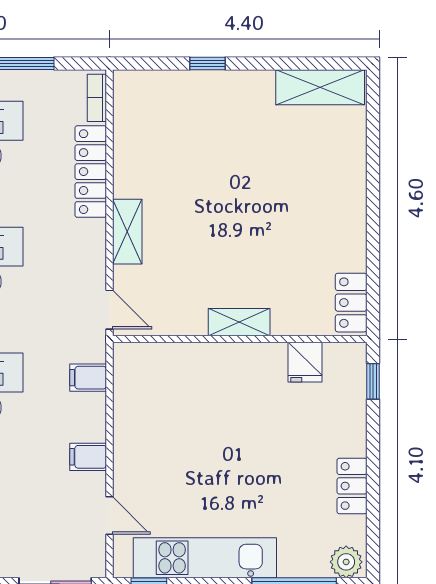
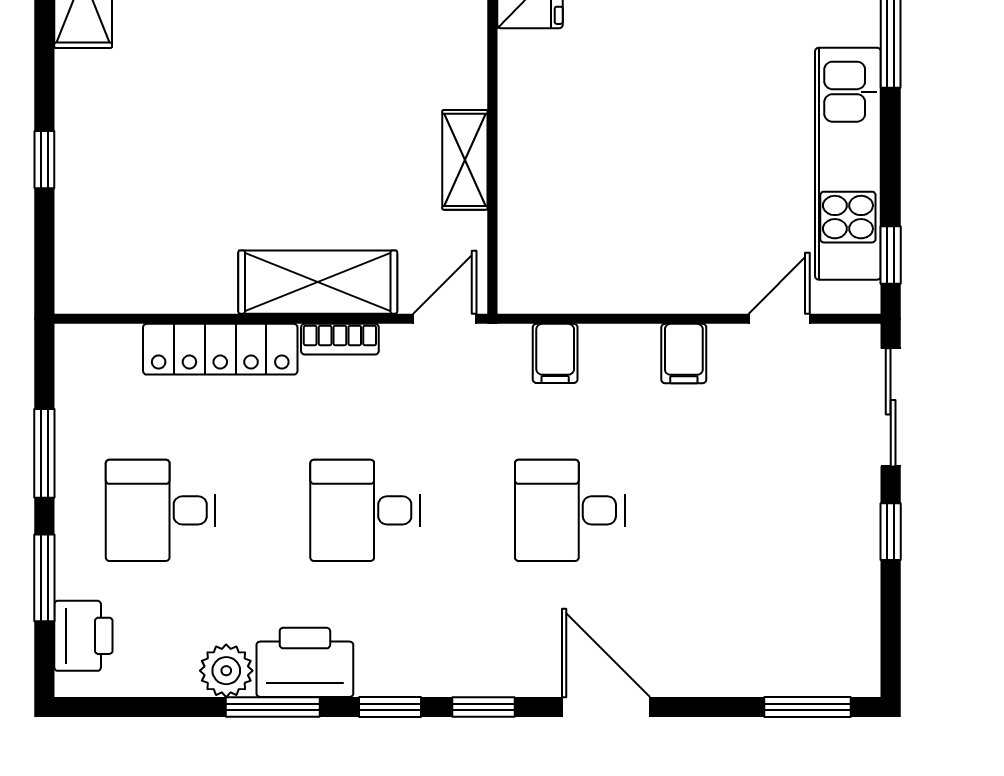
bookcase: (97, 98) -> (340, 339), moved
shelving: (127, 232) -> (318, 282), width x1.50, depth x1.33
shelving: (239, 322) -> (465, 160), moved

